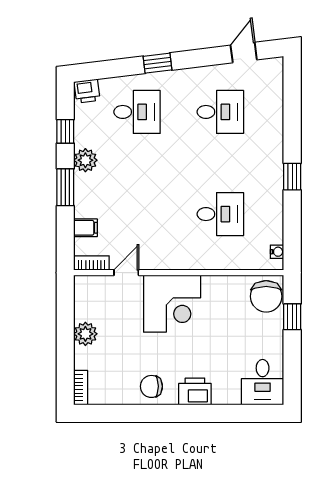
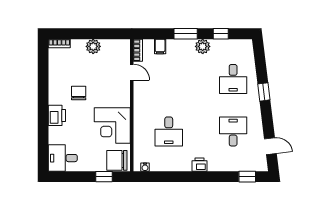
printer: (87, 91) -> (200, 165), moved, turned 97
desk: (220, 112) -> (233, 131), turned 180
window: (292, 177) -> (247, 177), moved
corner desk: (172, 304) -> (112, 125), moved
chair: (151, 386) -> (79, 93), moved

